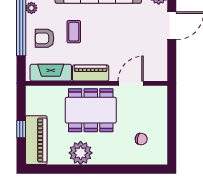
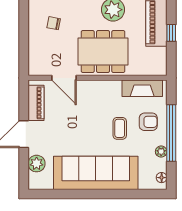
piano: (91, 73) -> (36, 103), moved, turned -90
door: (131, 83) -> (64, 78), hinge flipped

